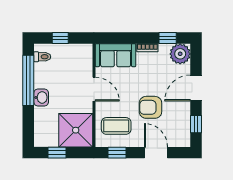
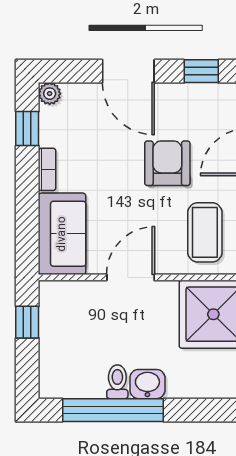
window: (60, 38) -> (27, 322), moved
plant: (180, 54) -> (50, 94), width x0.53, depth x0.53
toilet: (42, 57) -> (117, 382), moved
armchair: (150, 107) -> (167, 163), turned 180

